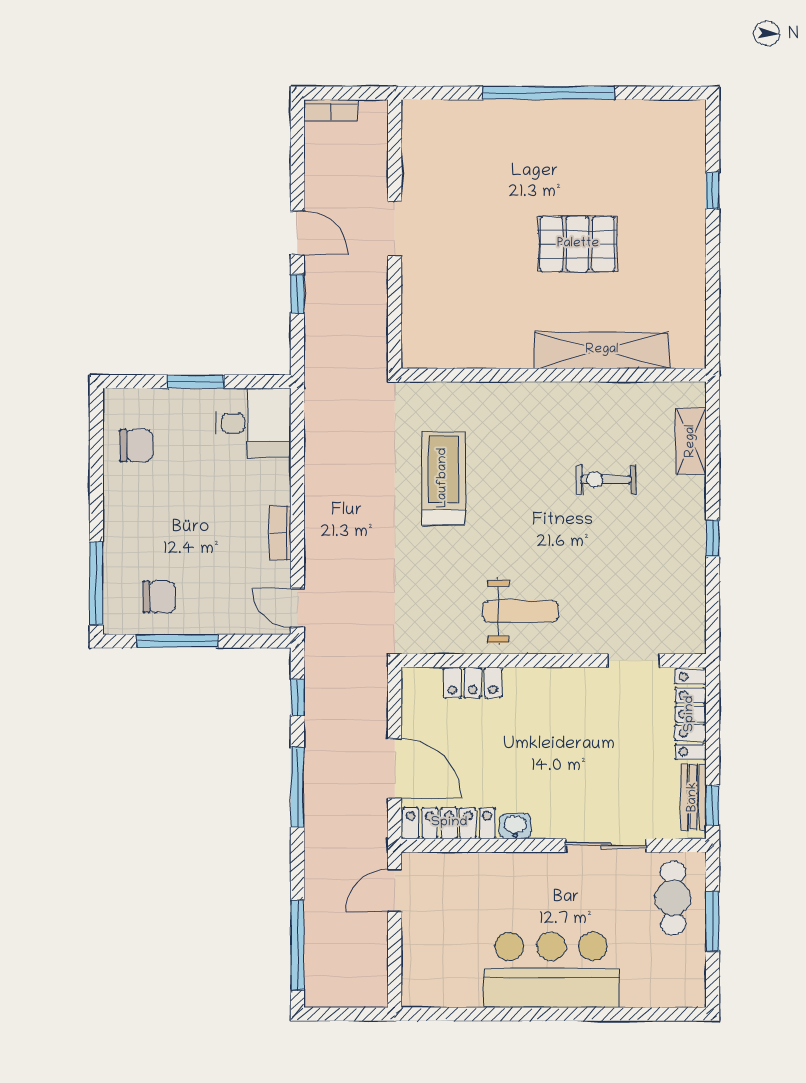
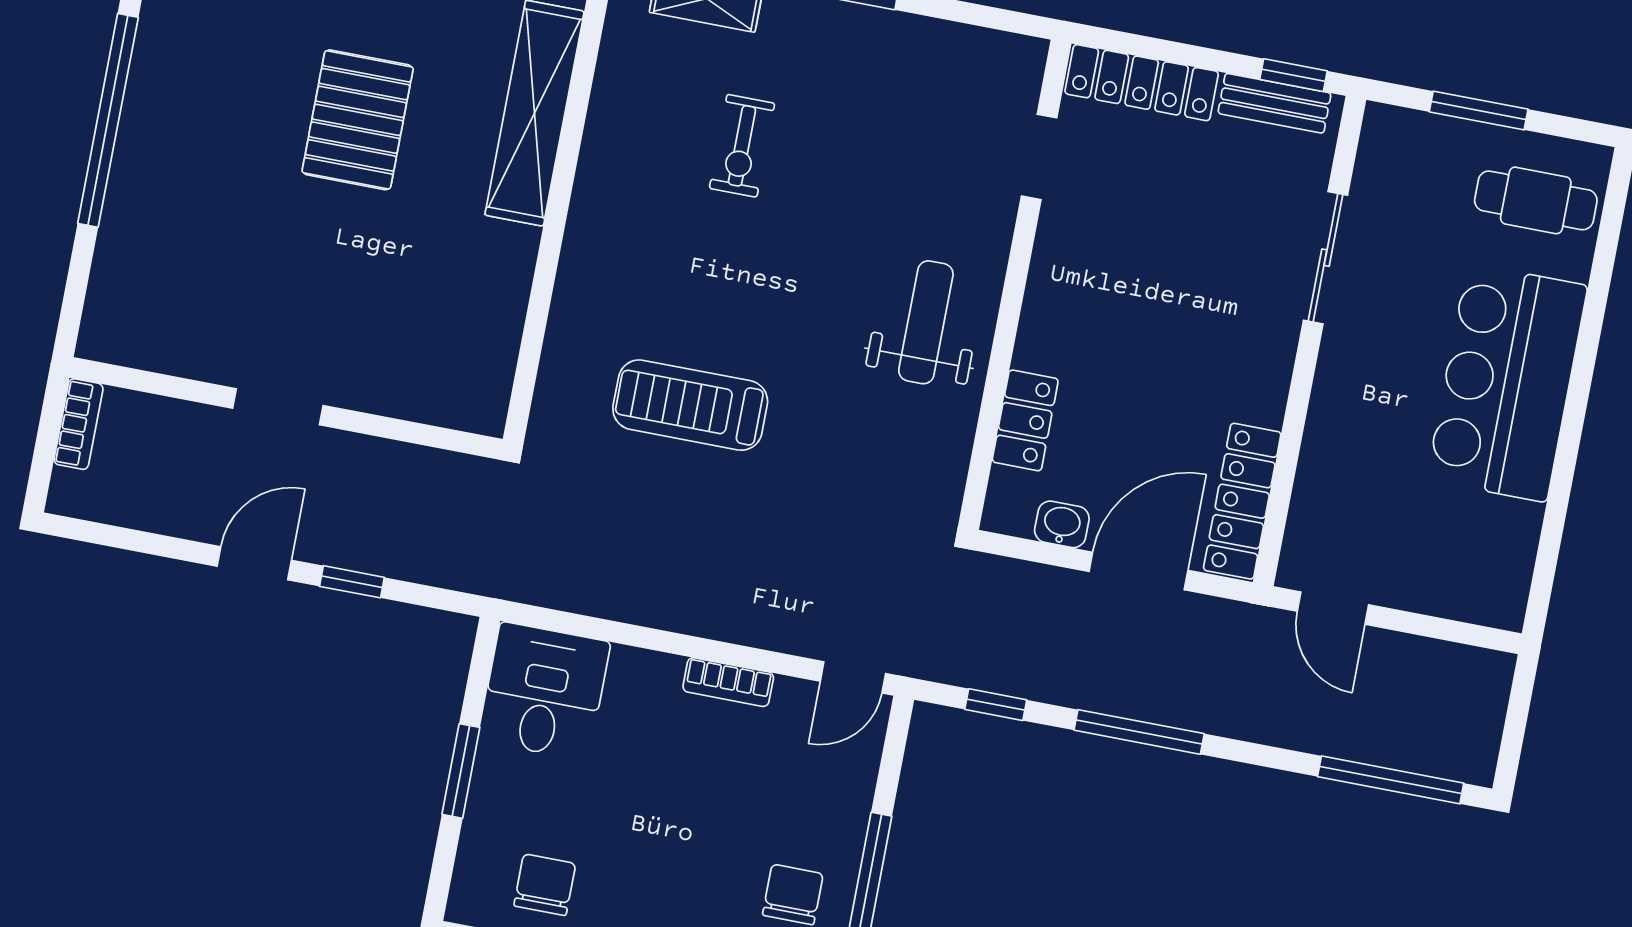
bookcase: (331, 110) -> (78, 424), moved
washbasin: (515, 826) -> (1062, 524), moved, turned 90
cafe table: (673, 898) -> (1536, 200), moved

